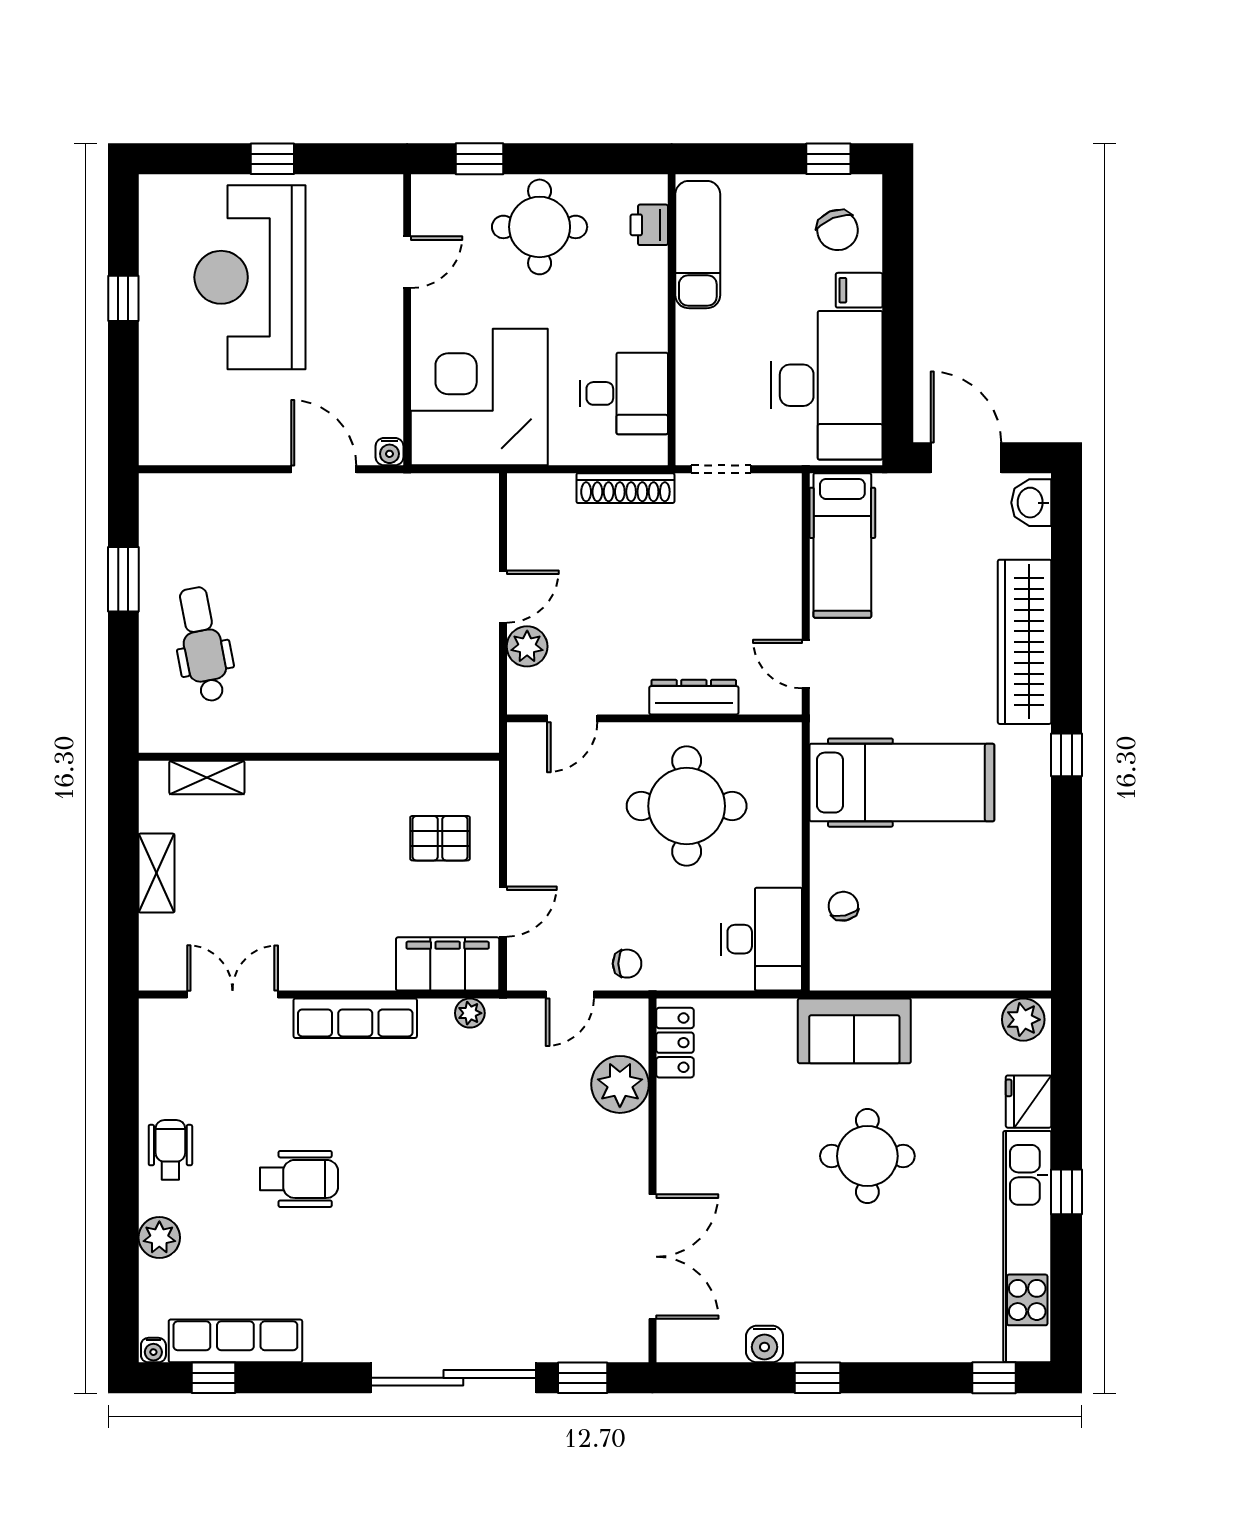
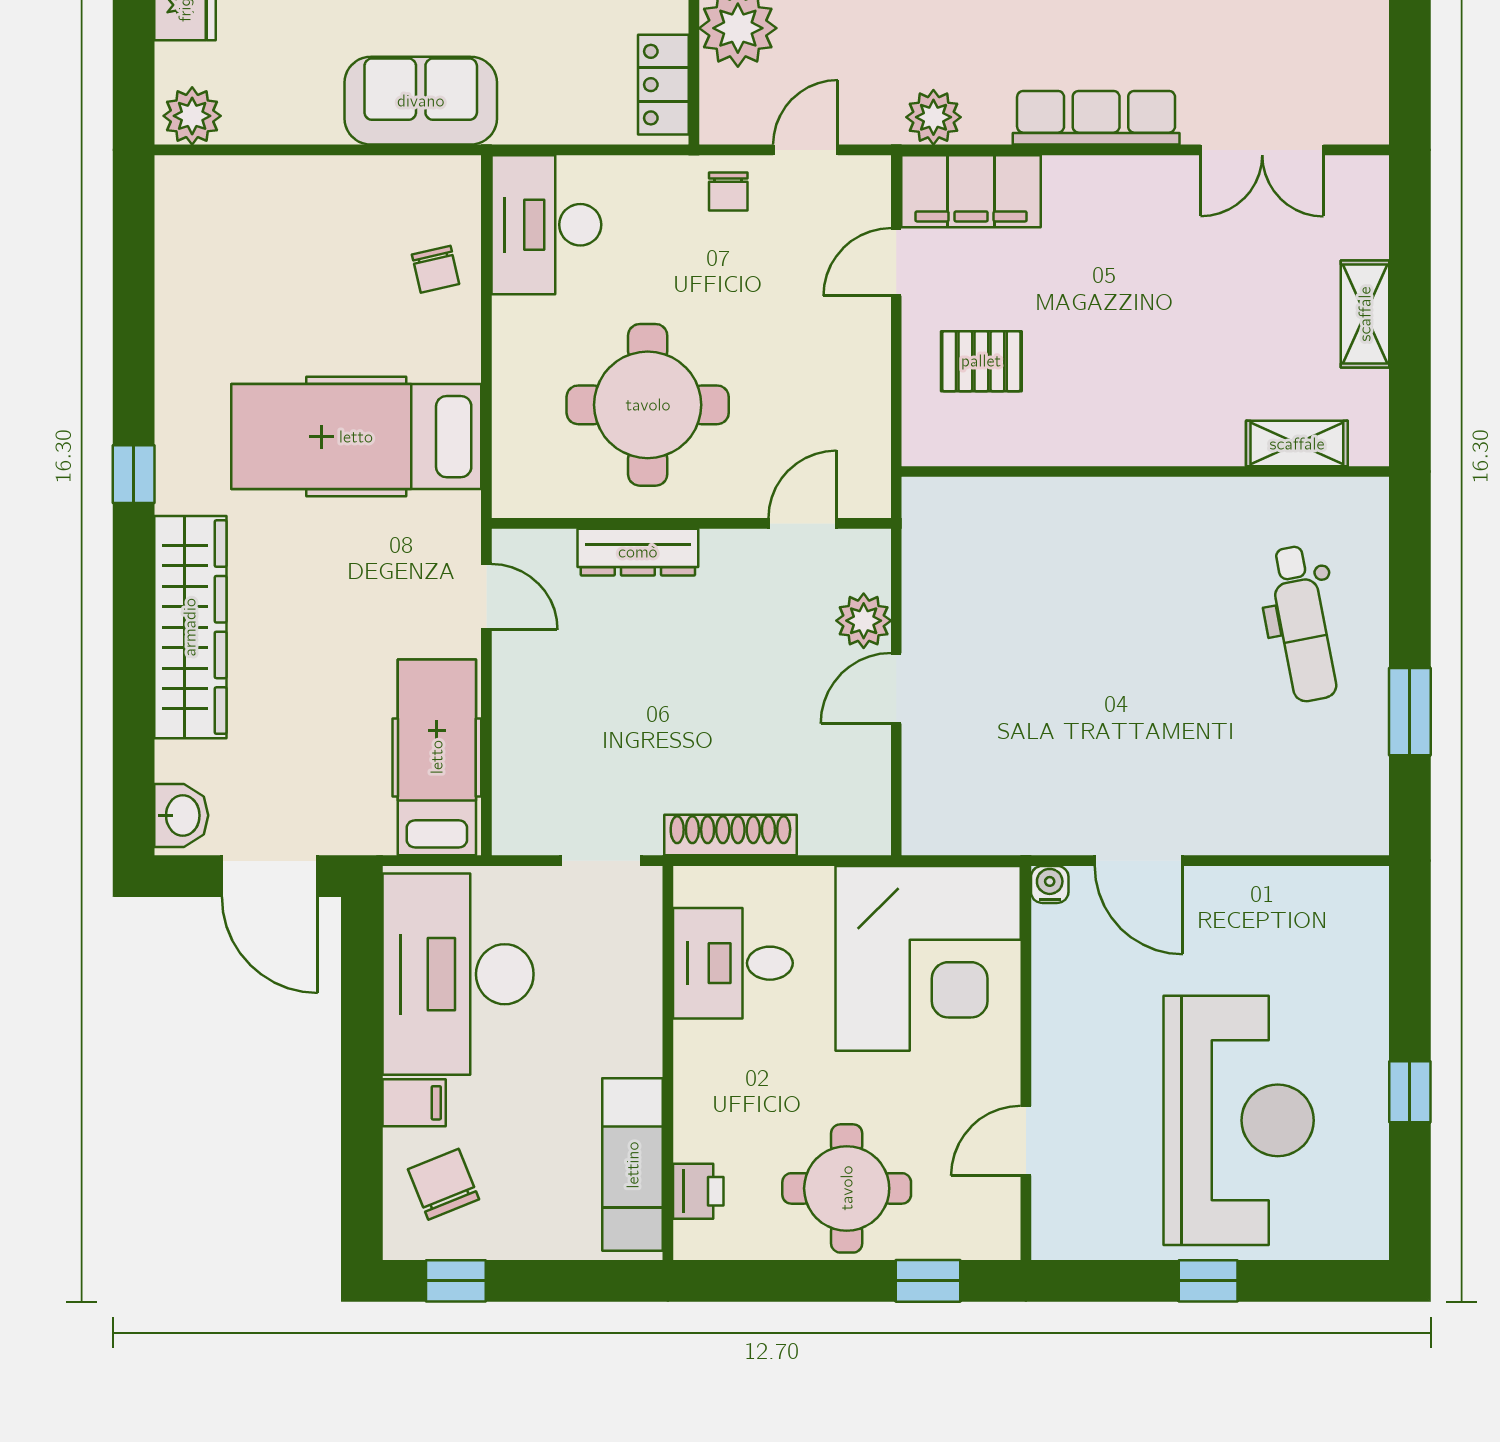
chair: (627, 964) -> (728, 192), turned -90
plant: (470, 1013) -> (933, 117), width x1.38, depth x1.38

